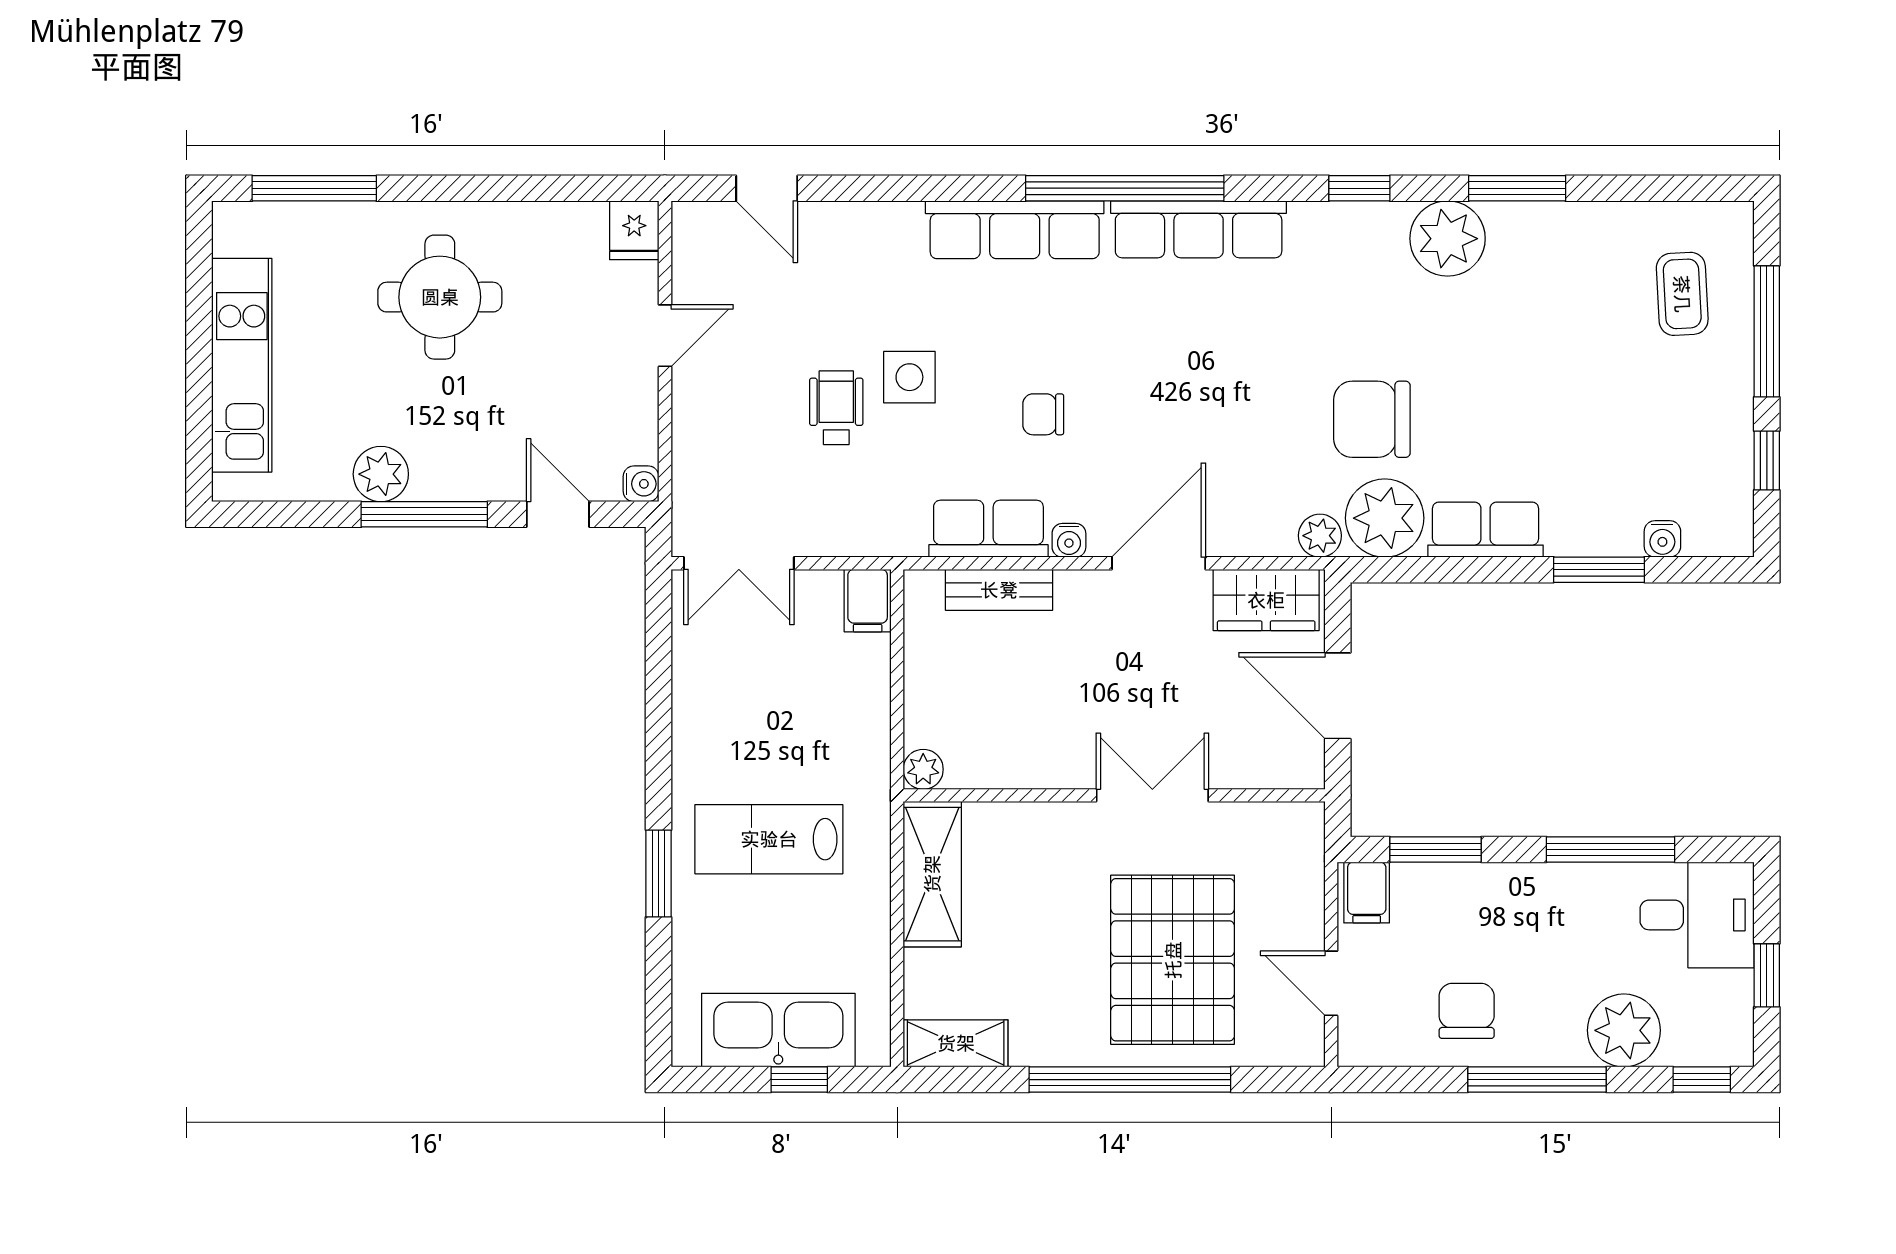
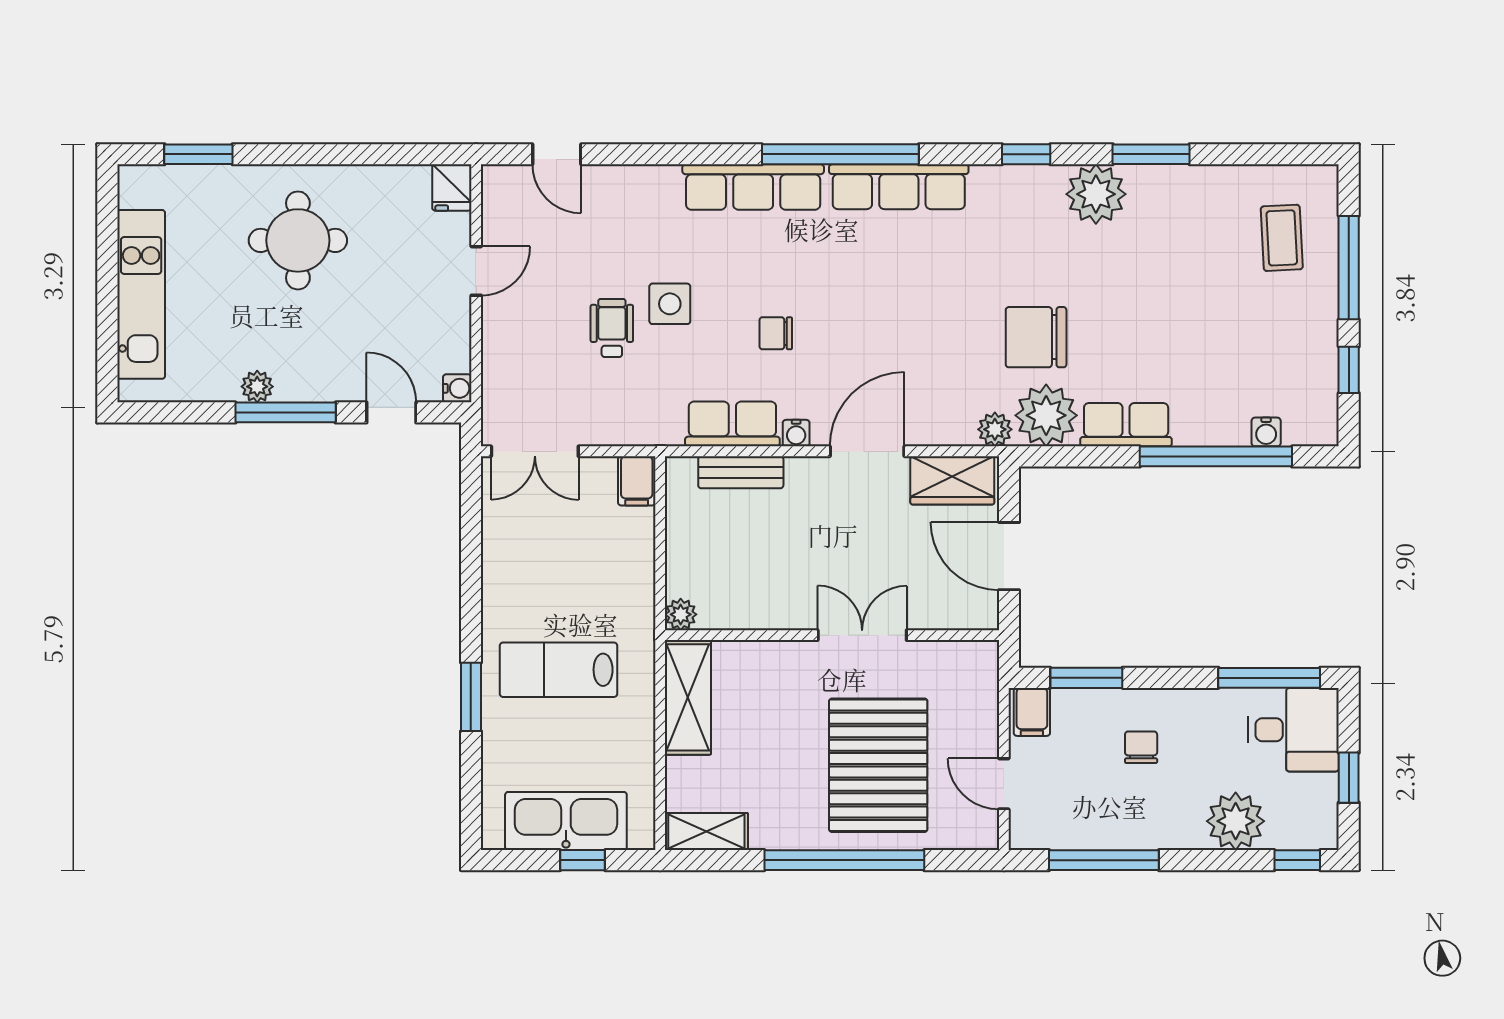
window: (314, 188) -> (198, 154), width x0.69
plant: (381, 474) -> (257, 387), width x0.73, depth x0.73
window: (1599, 570) -> (1216, 456), width x2.11
window: (1611, 849) -> (1269, 678), moved
chair: (1467, 1011) -> (1141, 747), moved, width x0.73, depth x0.73
window: (1537, 1080) -> (1104, 860), moved

